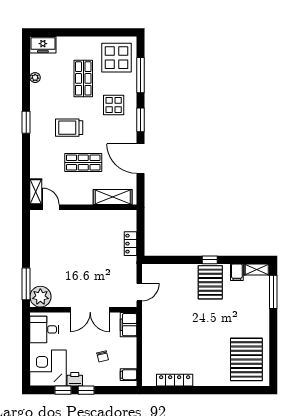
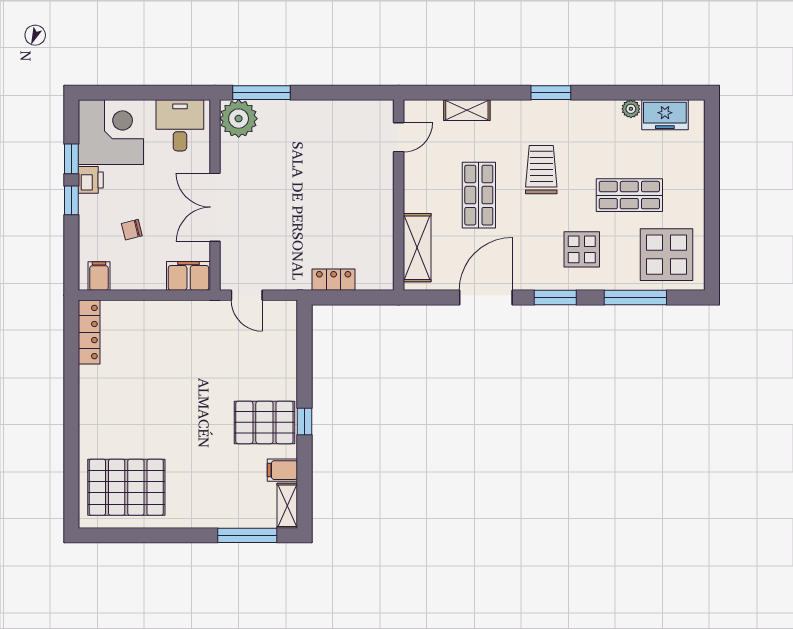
freezer: (43, 45) -> (665, 115), moved, turned -90
shelving: (36, 192) -> (467, 110), moved
locker: (175, 380) -> (89, 332), moved

